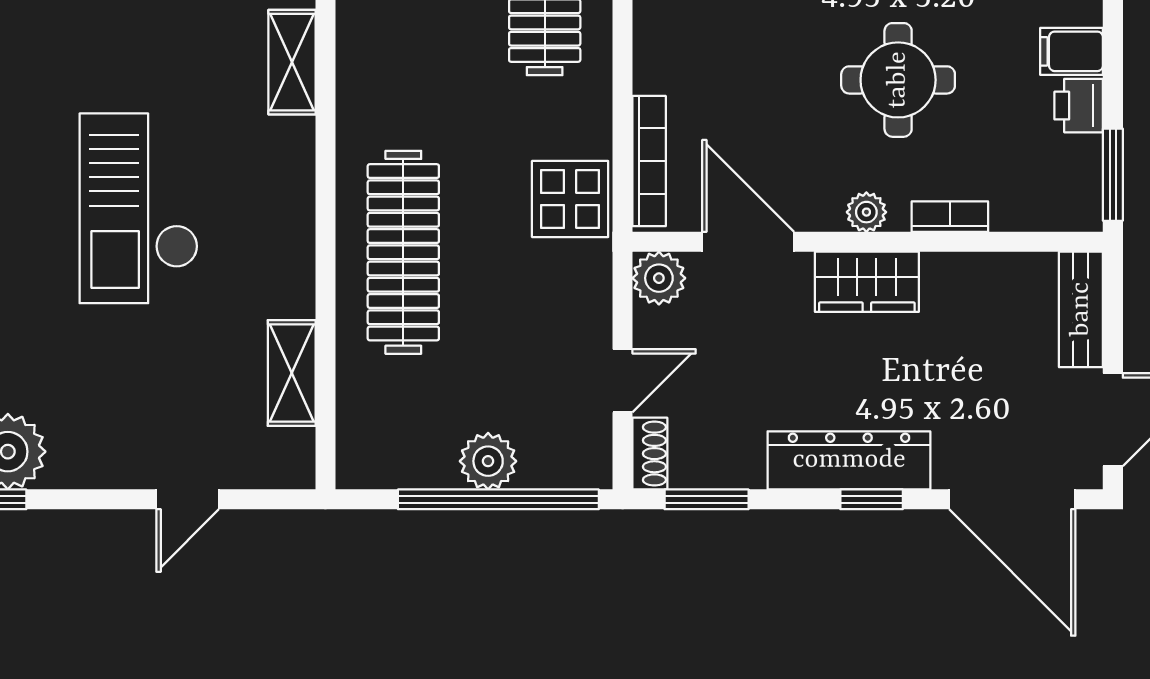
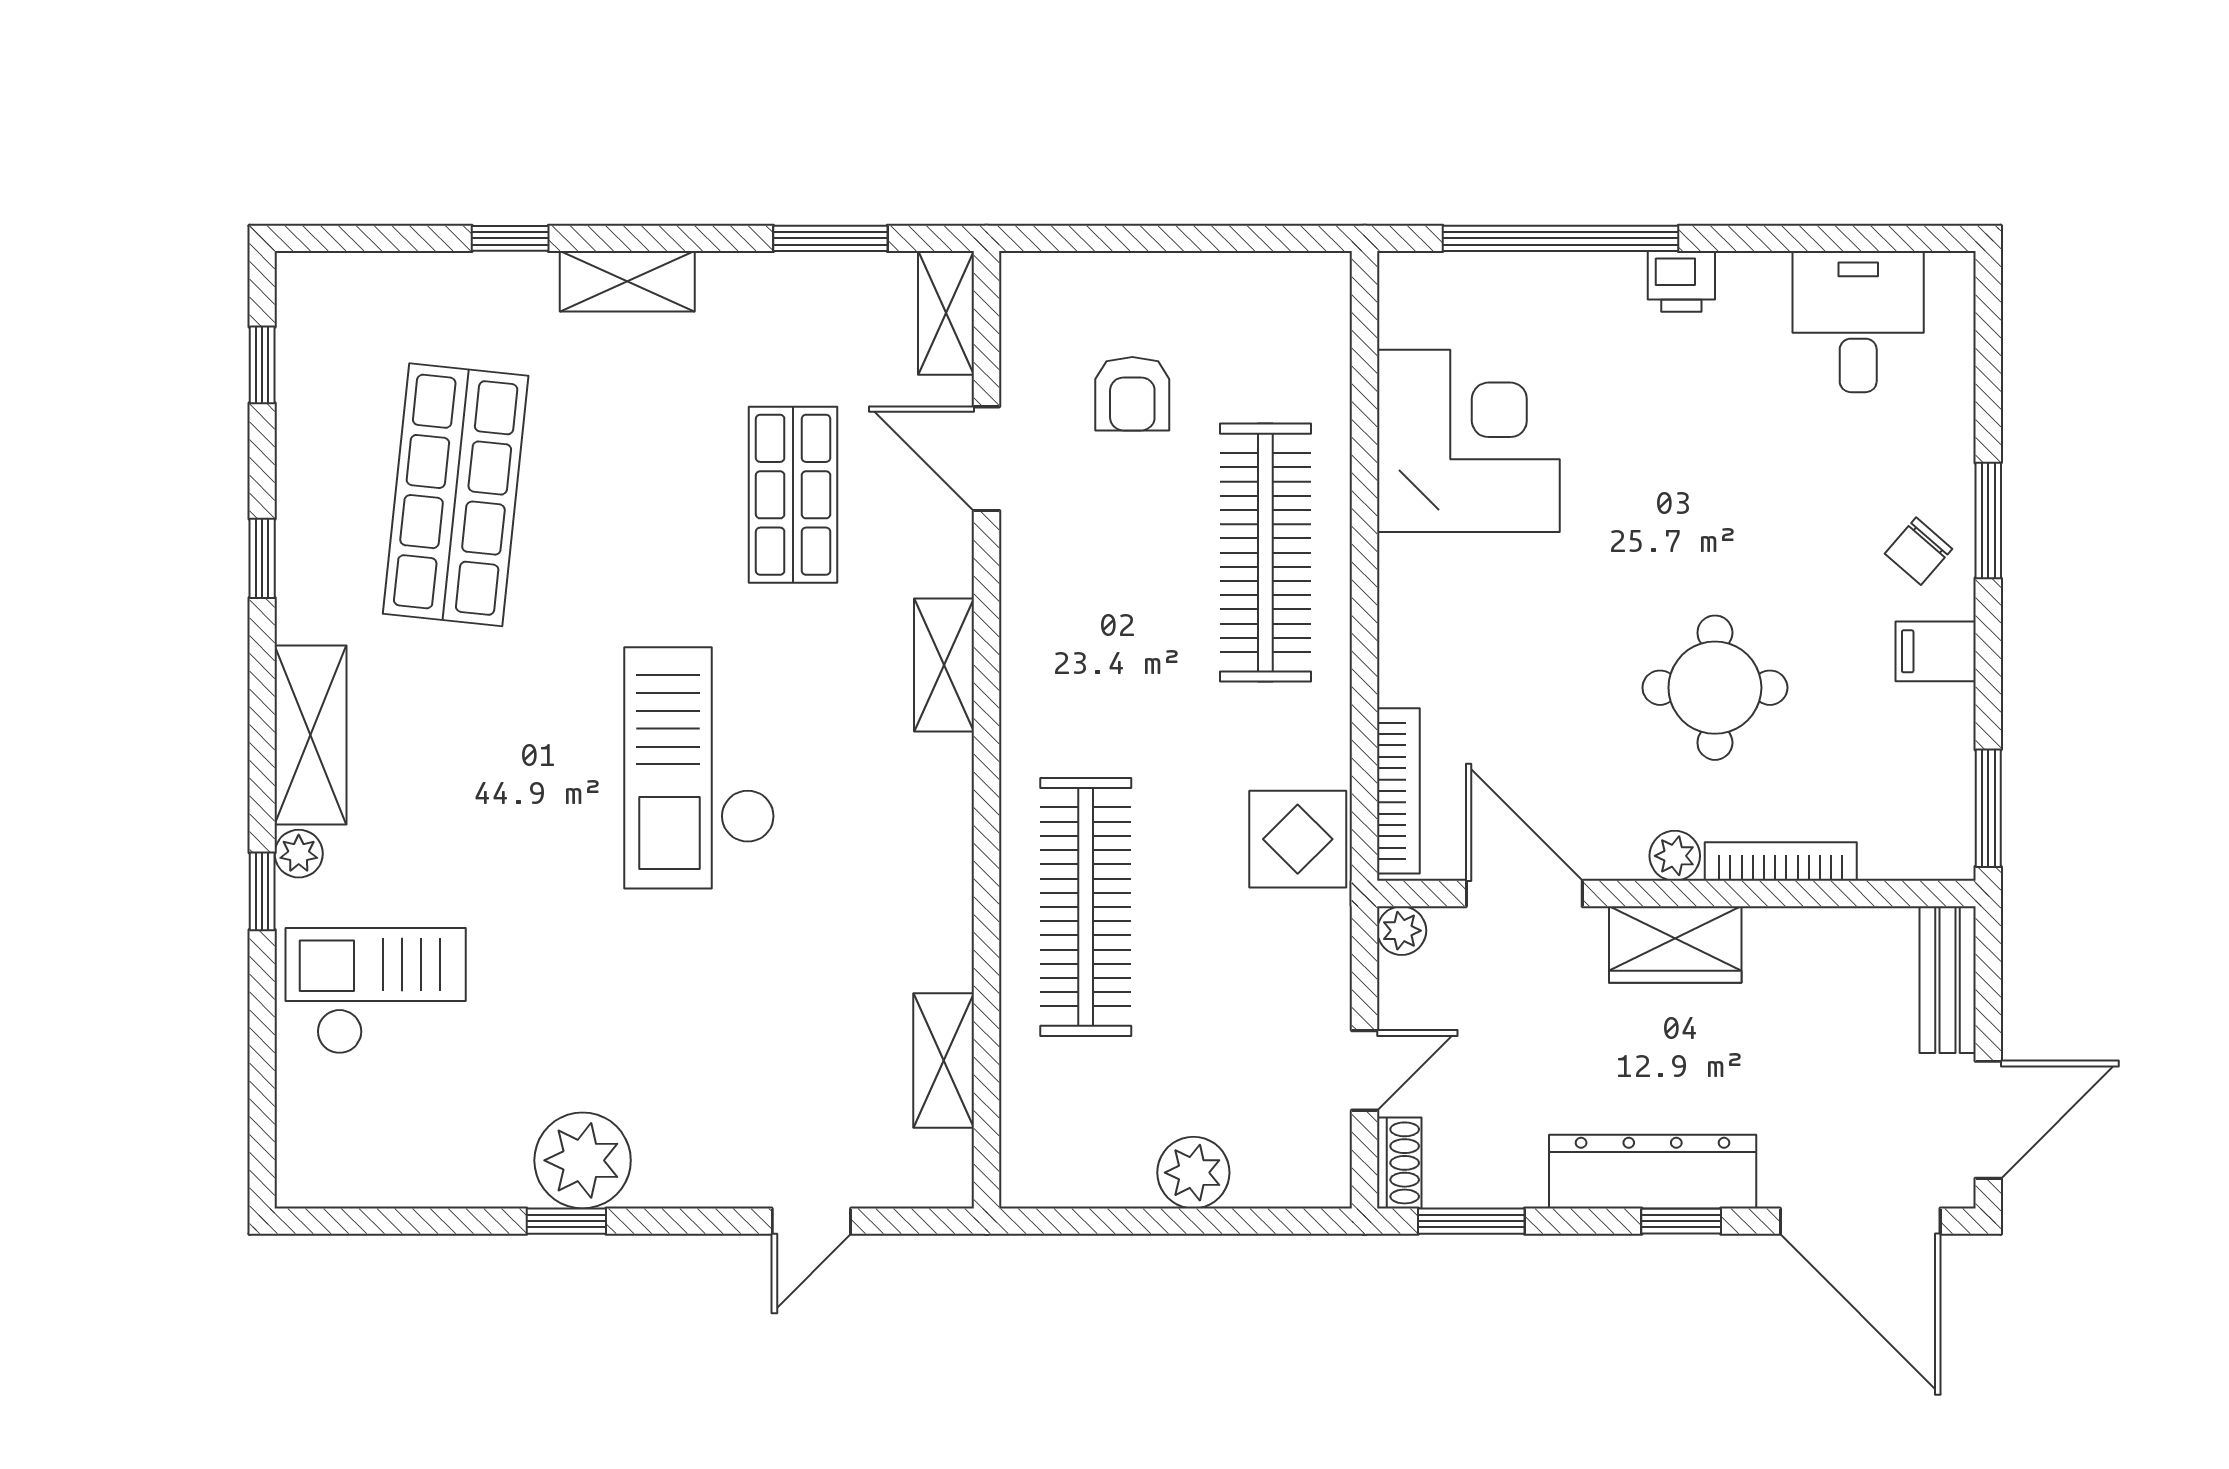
printer: (1079, 106) -> (1945, 720), removed
checkout: (139, 208) -> (700, 768), moved
bookcase: (950, 217) -> (1781, 862), width x1.56
plant: (659, 278) -> (1402, 931), width x0.73, depth x0.73
window: (498, 499) -> (1207, 1221), removed

